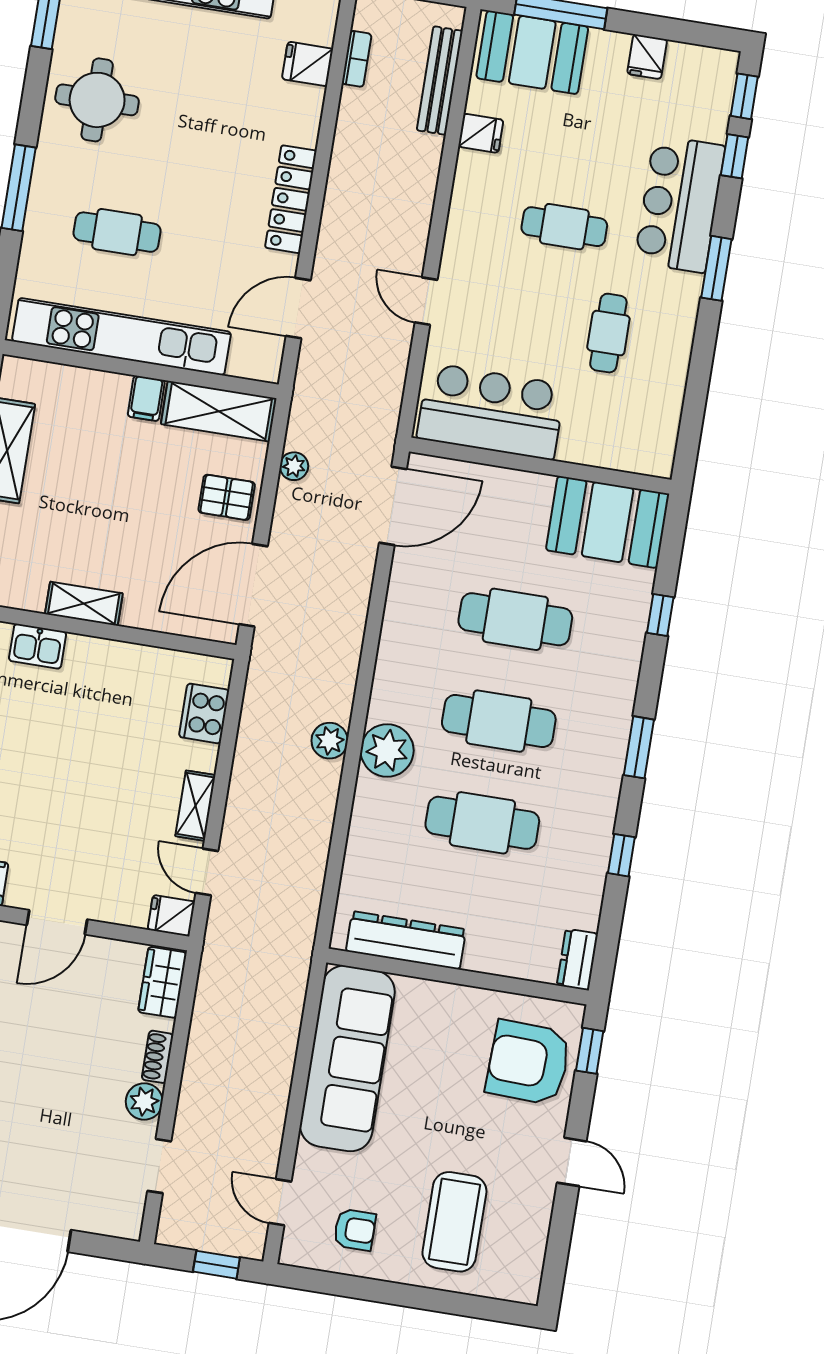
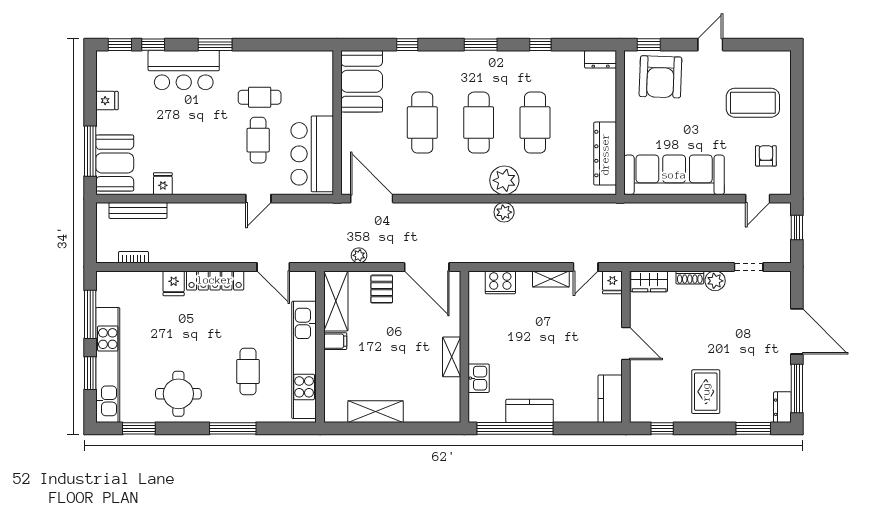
fridge: (308, 64) -> (174, 283), moved
cafe table: (564, 227) -> (258, 140), moved

